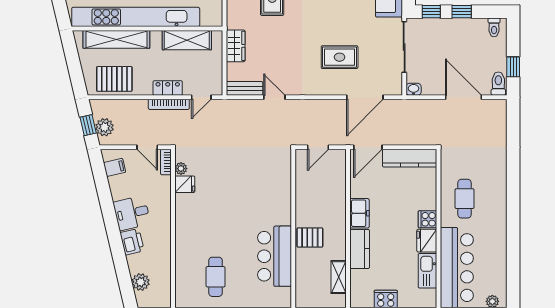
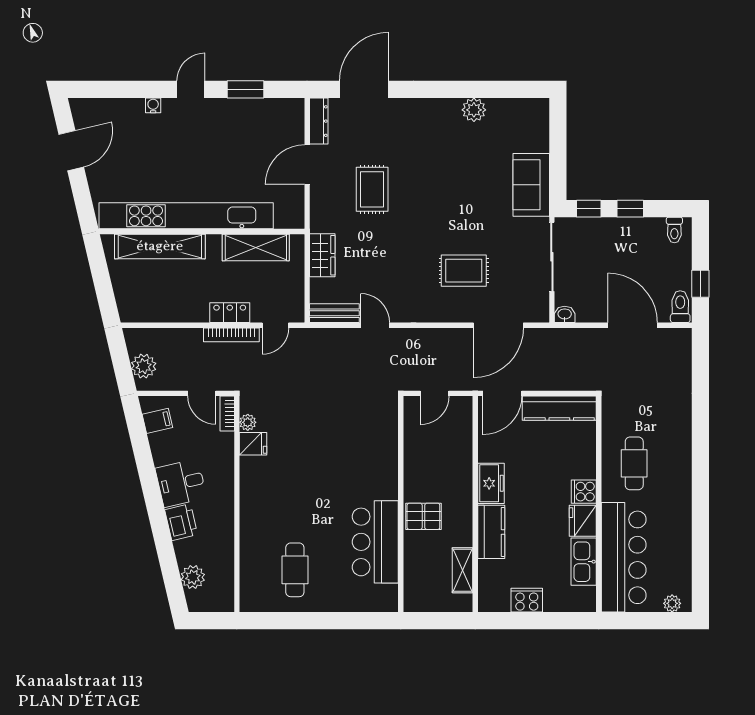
pallet: (114, 79) -> (157, 300), removed
window: (88, 125) -> (121, 363), removed

